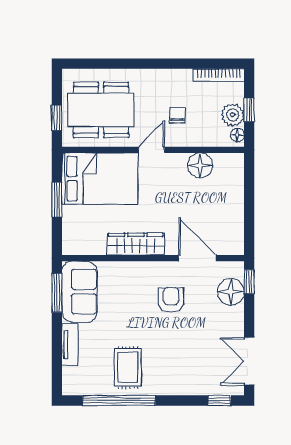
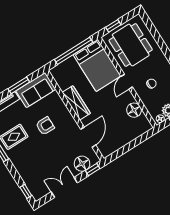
door: (151, 150) -> (127, 82), swing flipped
window: (57, 200) -> (74, 51), width x2.11
window: (57, 293) -> (19, 85), moved
armchair: (171, 300) -> (45, 126), moved
double door: (249, 361) -> (64, 187), moved

